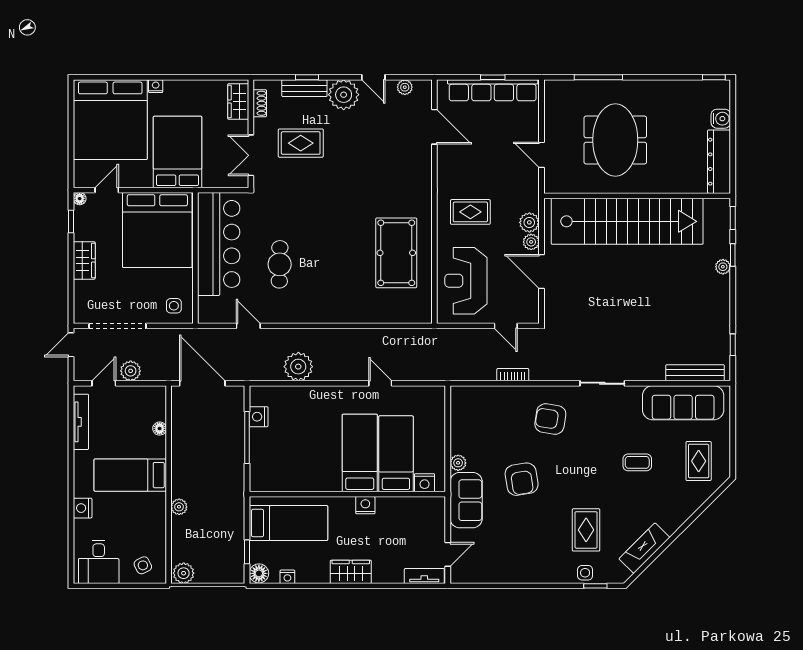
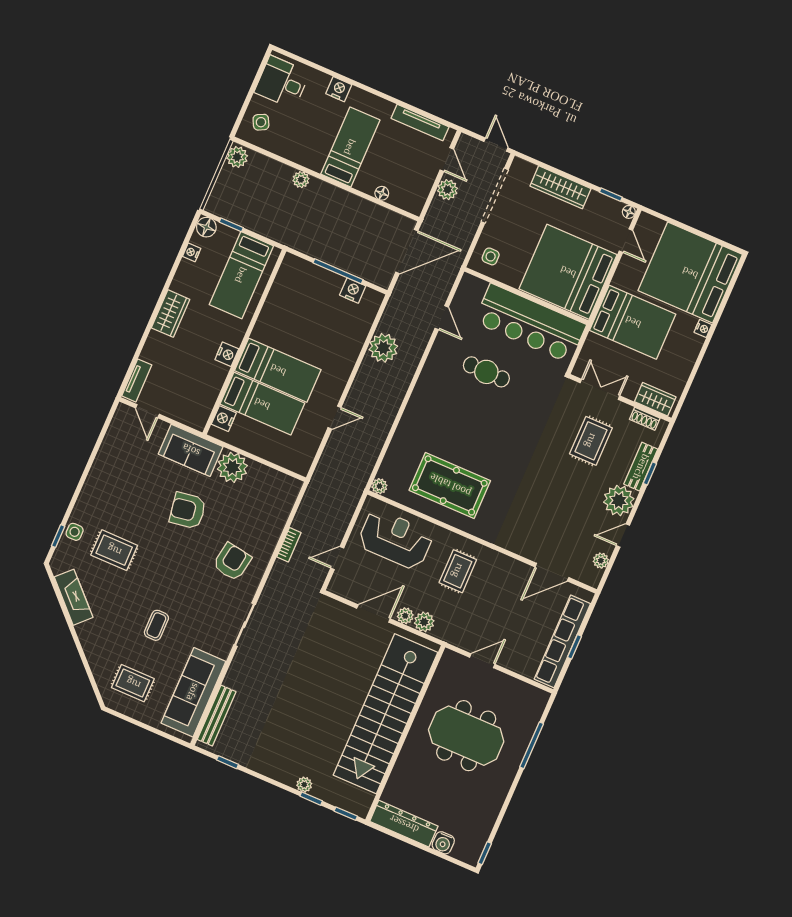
wardrobe: (84, 260) -> (560, 187), width x1.50
plant: (424, 316) -> (379, 486), added
door: (248, 326) -> (442, 318), hinge flipped
plant: (458, 463) -> (232, 467), width x1.88, depth x1.88

